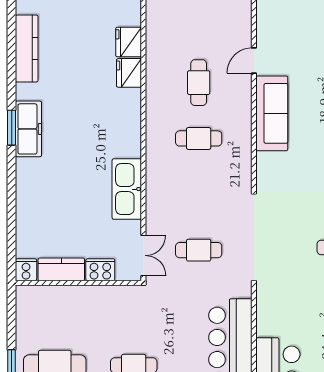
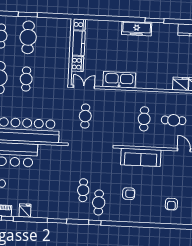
sofa: (272, 113) -> (141, 157), moved
freezer: (28, 129) -> (137, 29), moved
double door: (143, 255) -> (84, 87), swing flipped

